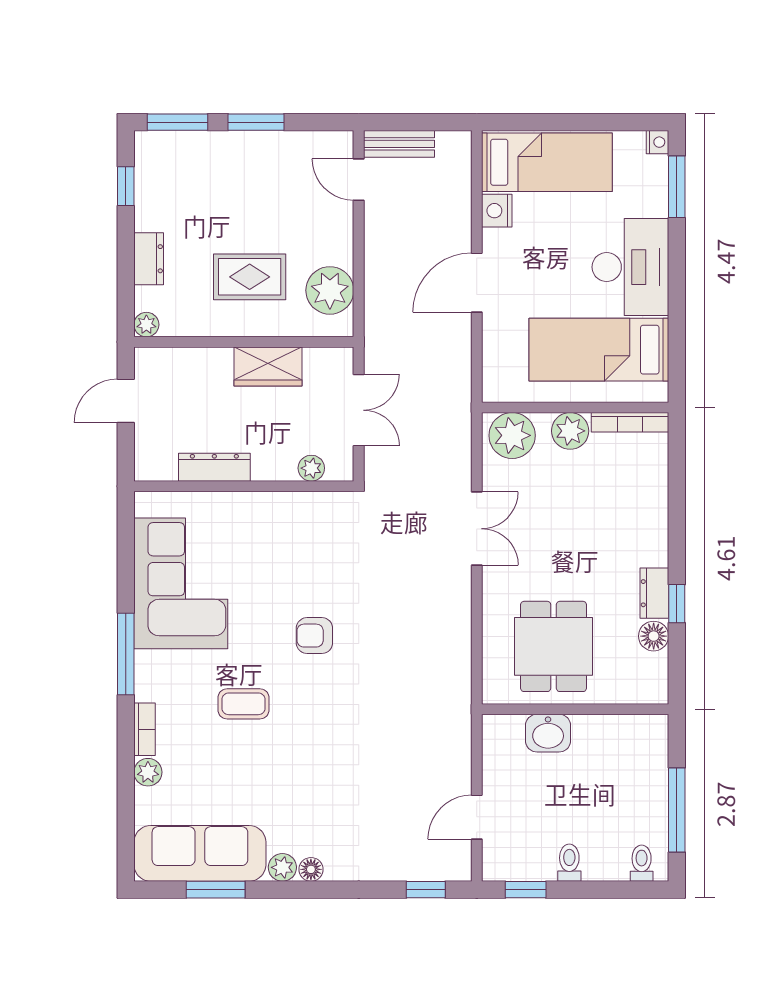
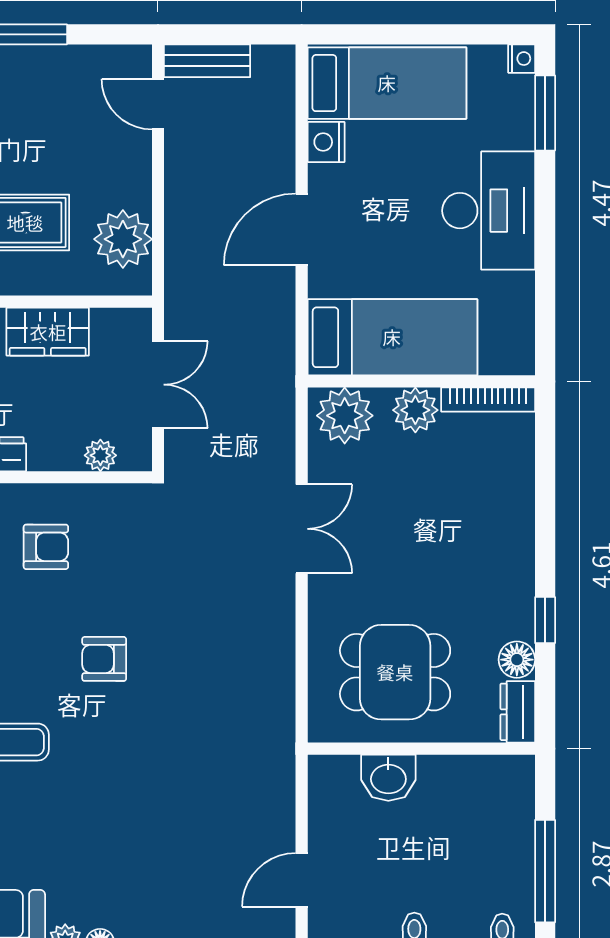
bed: (599, 350) -> (392, 337), moved, turned 180
armchair: (266, 543) -> (46, 547), added
dresser: (654, 593) -> (518, 712), moved
dining table: (554, 646) -> (395, 672), turned 90

